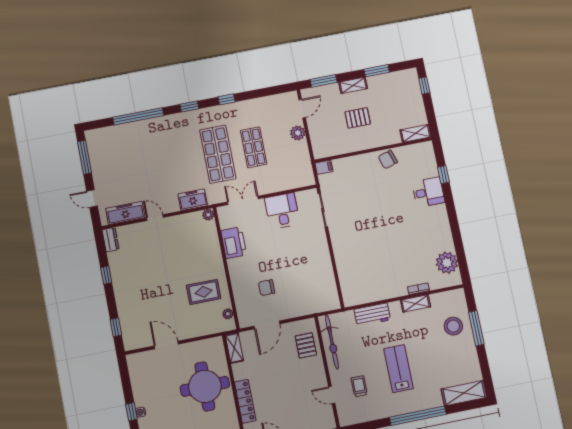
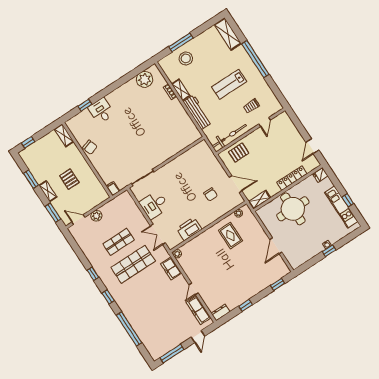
workbench: (372, 315) -> (197, 112), width x1.38

